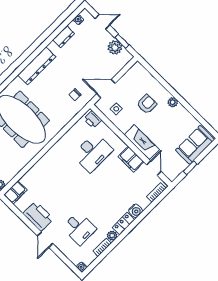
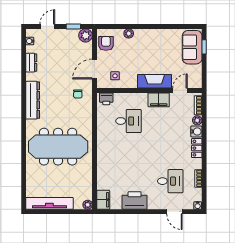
plant: (115, 48) -> (85, 35), moved
plant: (173, 102) -> (129, 33), moved
armchair: (147, 104) -> (106, 43), moved
desk: (93, 152) -> (128, 121), width x0.73
door: (154, 168) -> (180, 90), hinge flipped
window: (190, 168) -> (204, 47), moved
plant: (112, 236) -> (197, 120), moved
door: (45, 240) -> (174, 212), moved

